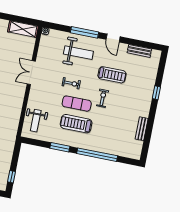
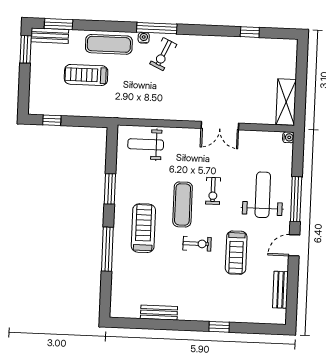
weight bench: (78, 53) -> (263, 195), turned 180
double door: (31, 73) -> (220, 126), swing flipped
treadmill: (76, 124) -> (143, 228), moved
window: (97, 155) -> (107, 249), width x0.68

